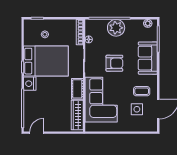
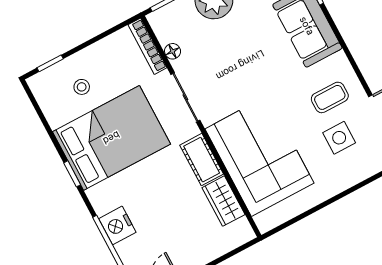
armchair: (114, 63) -> (247, 71), removed
nightstand: (30, 84) -> (117, 225), moved
wardrobe: (77, 115) -> (224, 201), width x0.67

